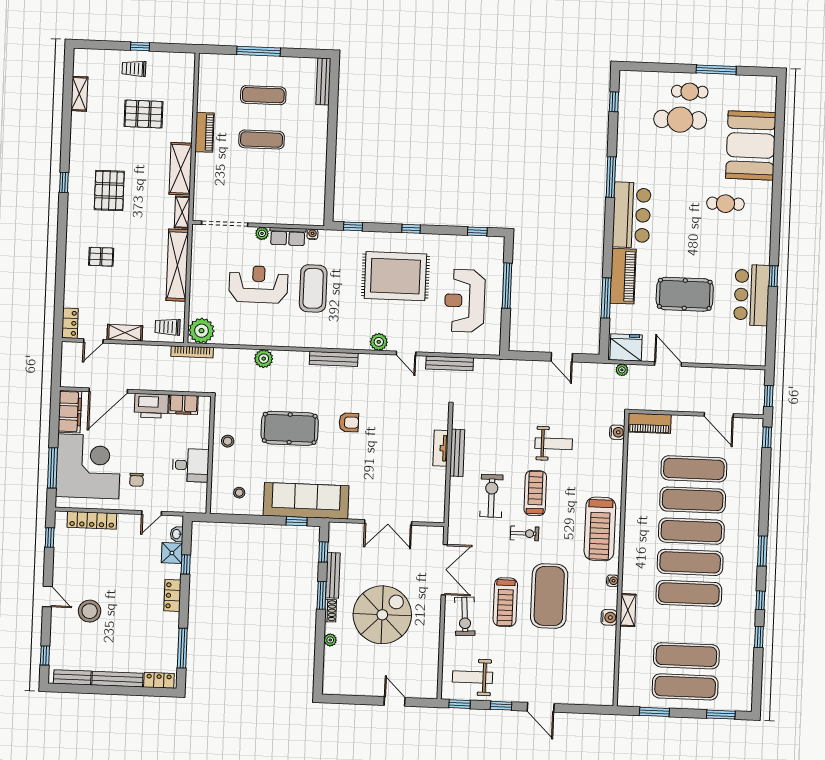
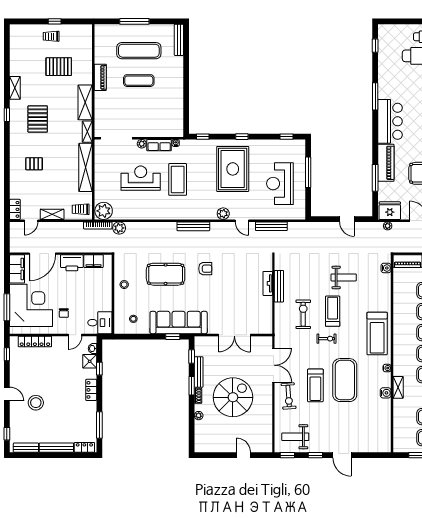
shelving: (79, 94) -> (15, 88), moved
exercise mat: (263, 95) -> (139, 51), width x1.36, depth x1.45
rug: (395, 276) -> (233, 169), turned 90
plant: (264, 359) -> (119, 228), moved
desk: (191, 465) -> (100, 323), moved

